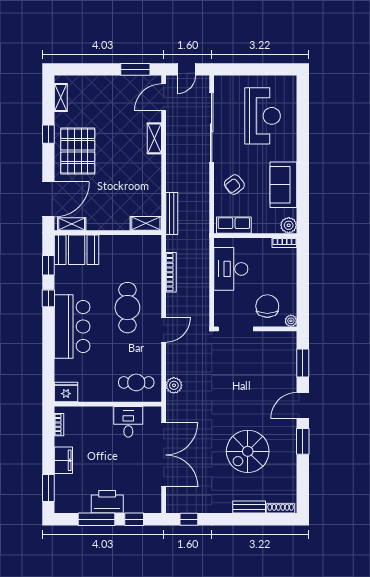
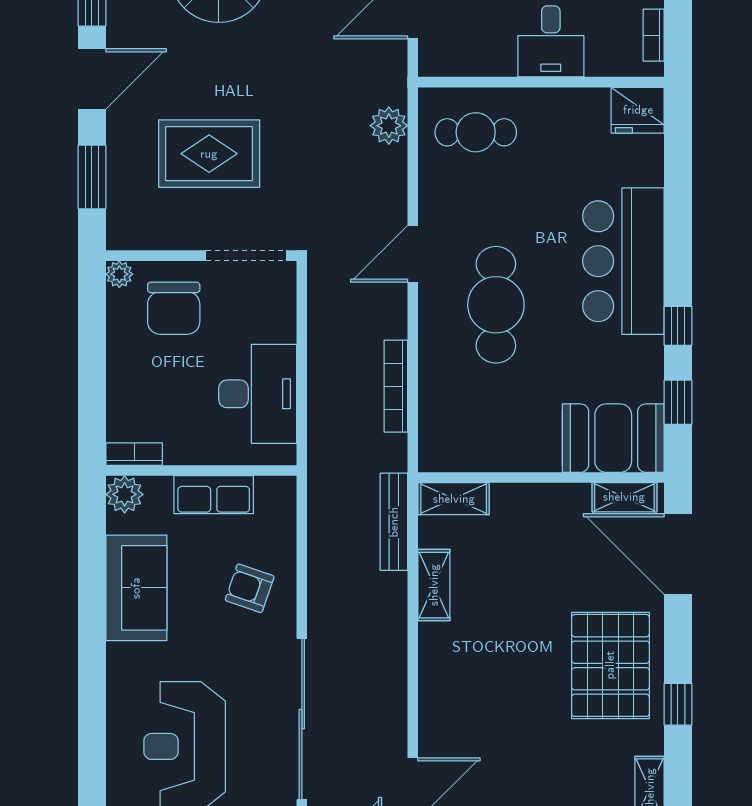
shelving: (154, 138) -> (434, 585), moved
armchair: (234, 185) -> (250, 588), turned -123
door: (48, 199) -> (678, 554), hinge flipped
row of seats: (234, 225) -> (214, 495), moved
rug: (252, 373) -> (209, 154), added
desk: (128, 422) -> (551, 41), moved

